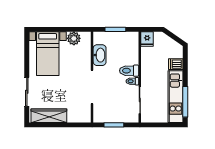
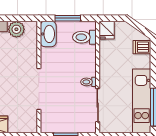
washbasin: (100, 55) -> (48, 34), moved
dishwasher: (176, 64) -> (142, 47), moved
toilet: (129, 71) -> (84, 37), moved

